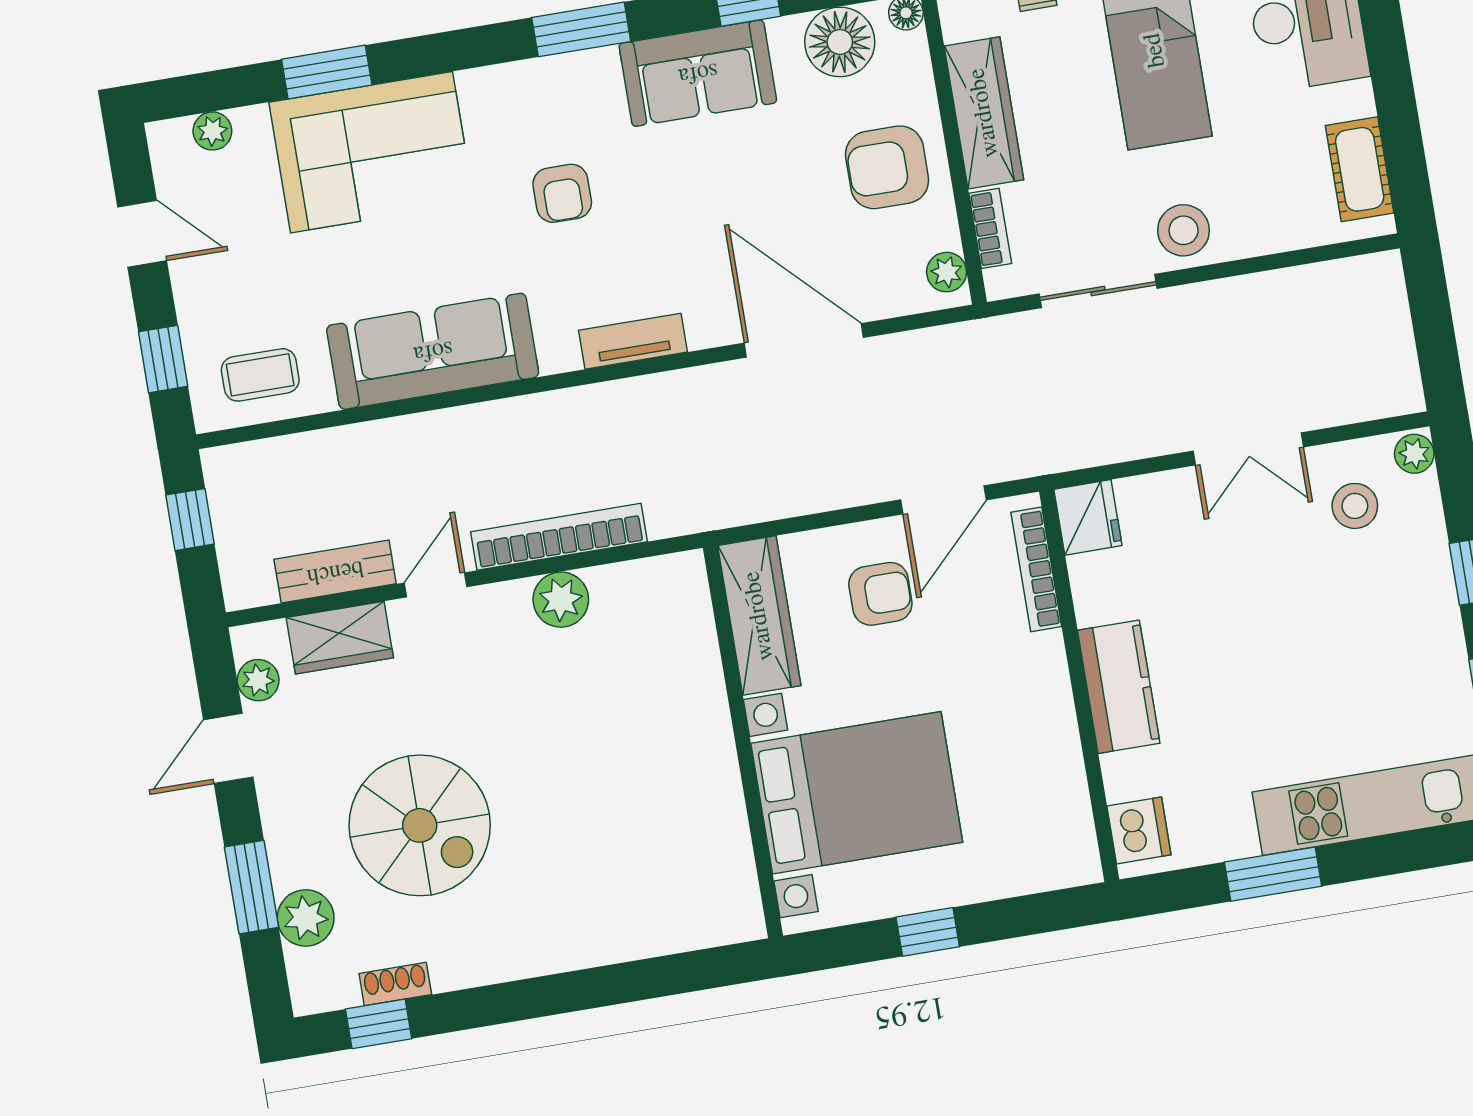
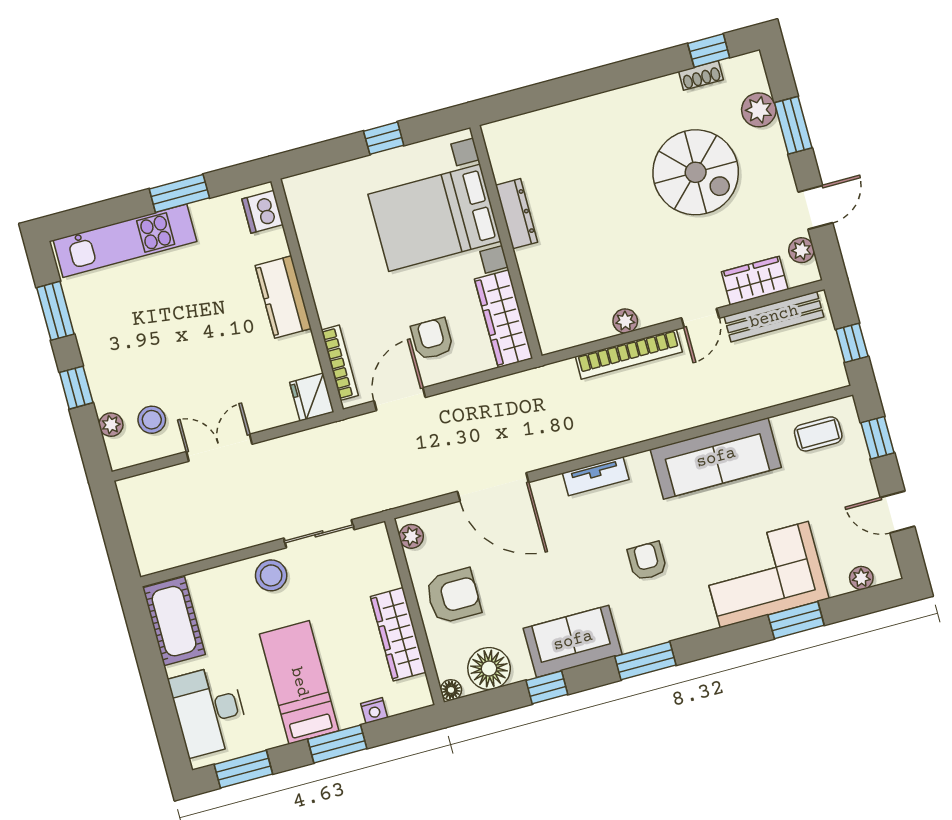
cot: (1360, 169) -> (174, 621), width x1.37, depth x1.34
bookcase: (990, 228) -> (388, 565), removed
plant: (1414, 454) -> (111, 425), moved
bench: (335, 572) -> (774, 317), width x1.36
armchair: (880, 594) -> (432, 339), turned 90
plant: (561, 600) -> (625, 321), width x0.73, depth x0.73
dresser: (721, 786) -> (517, 214), added
spiral stairs: (420, 825) -> (696, 172), turned 180

